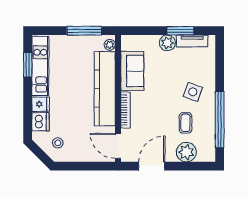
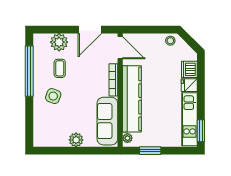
window: (84, 31) -> (150, 151), width x0.69
window: (180, 31) -> (64, 151), removed
tv unit: (192, 41) -> (54, 142), removed
window: (28, 65) -> (201, 131), moved
sofa: (132, 71) -> (107, 121), width x1.36
stool: (58, 143) -> (170, 41), moved

